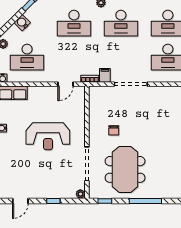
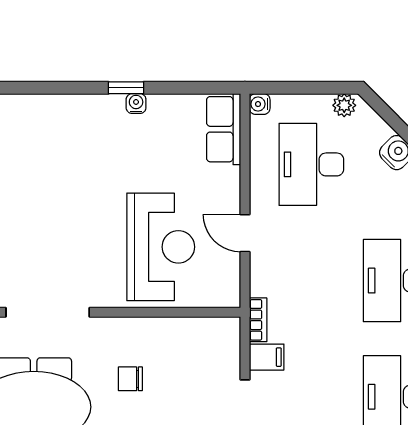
door: (66, 84) -> (245, 233), moved
reception desk: (48, 136) -> (161, 247), moved, turned 180

